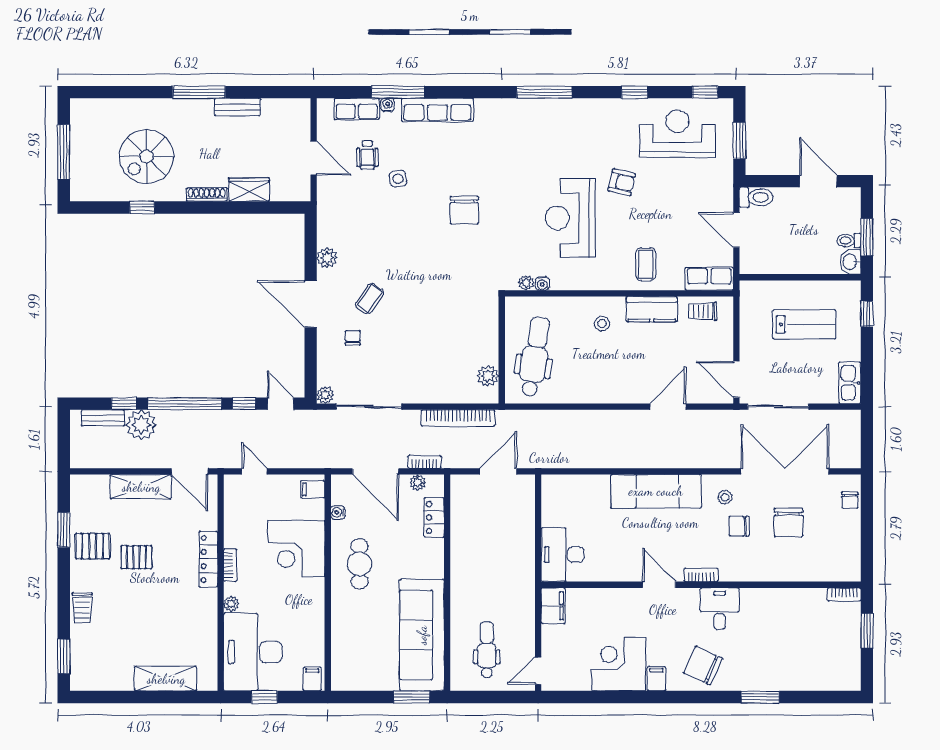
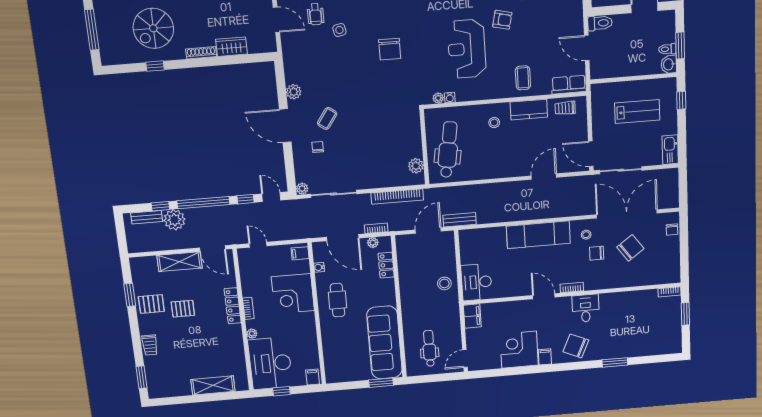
bench: (544, 460) -> (460, 220), added
chair: (788, 522) -> (630, 248), turned -126
stool: (516, 552) -> (444, 283), added

